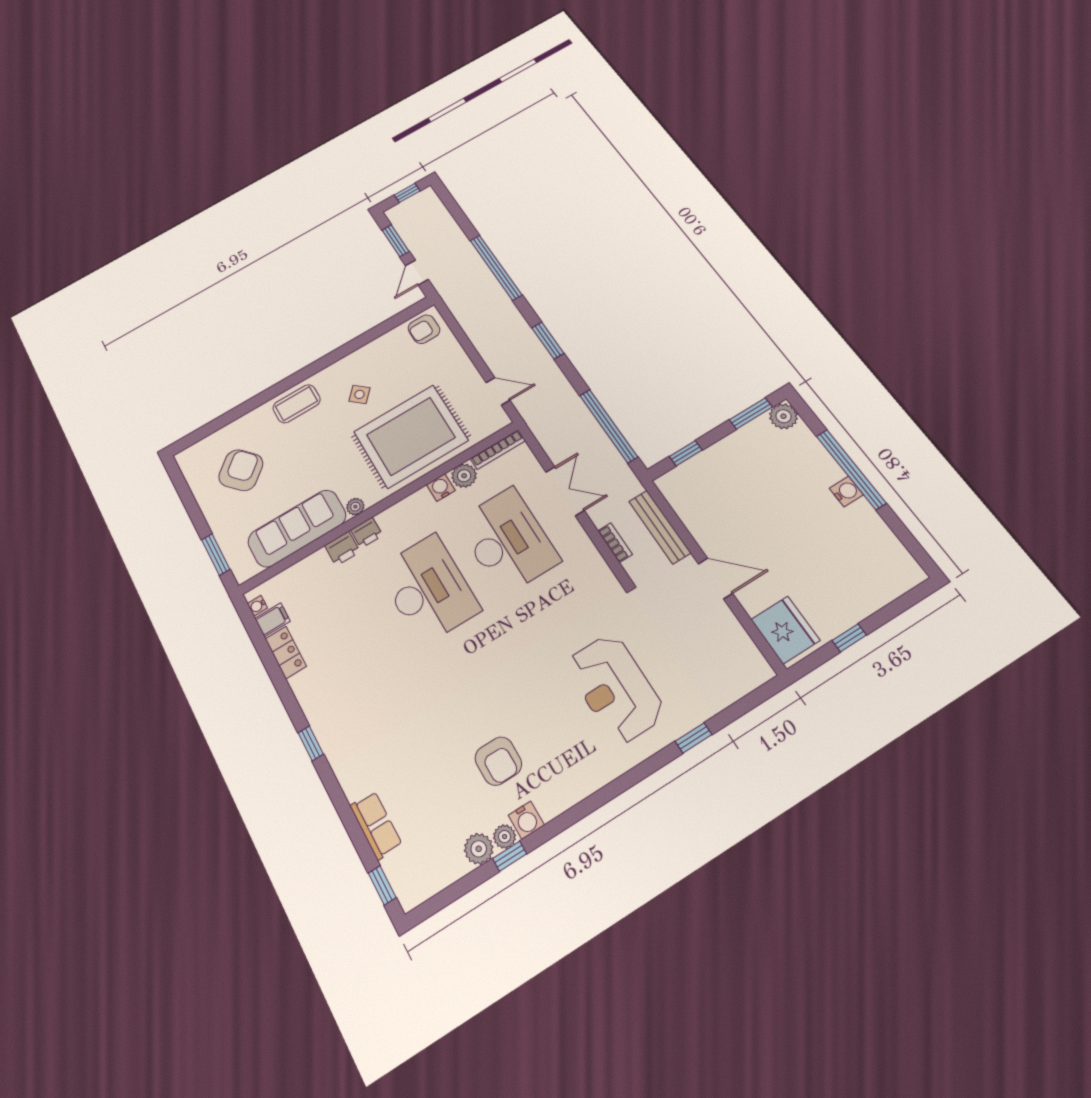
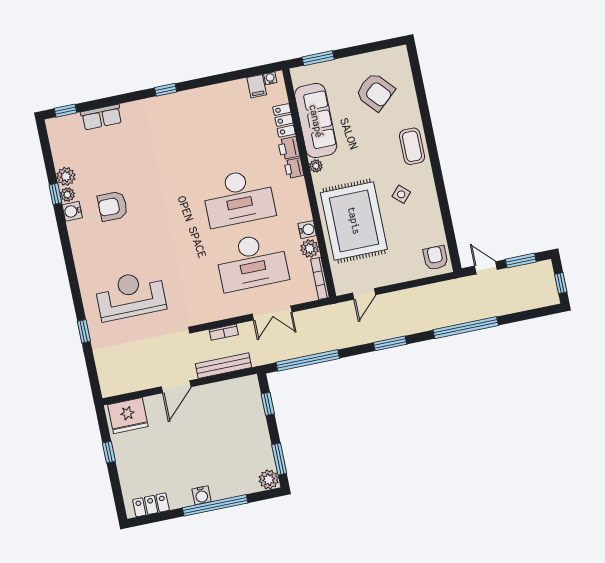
locker: (894, 553) -> (151, 505), added
locker: (286, 652) -> (284, 120), moved, turned 90

